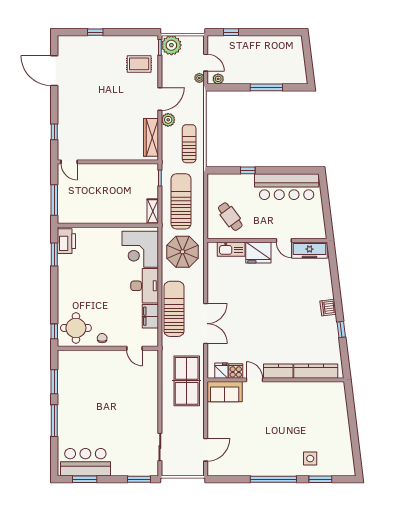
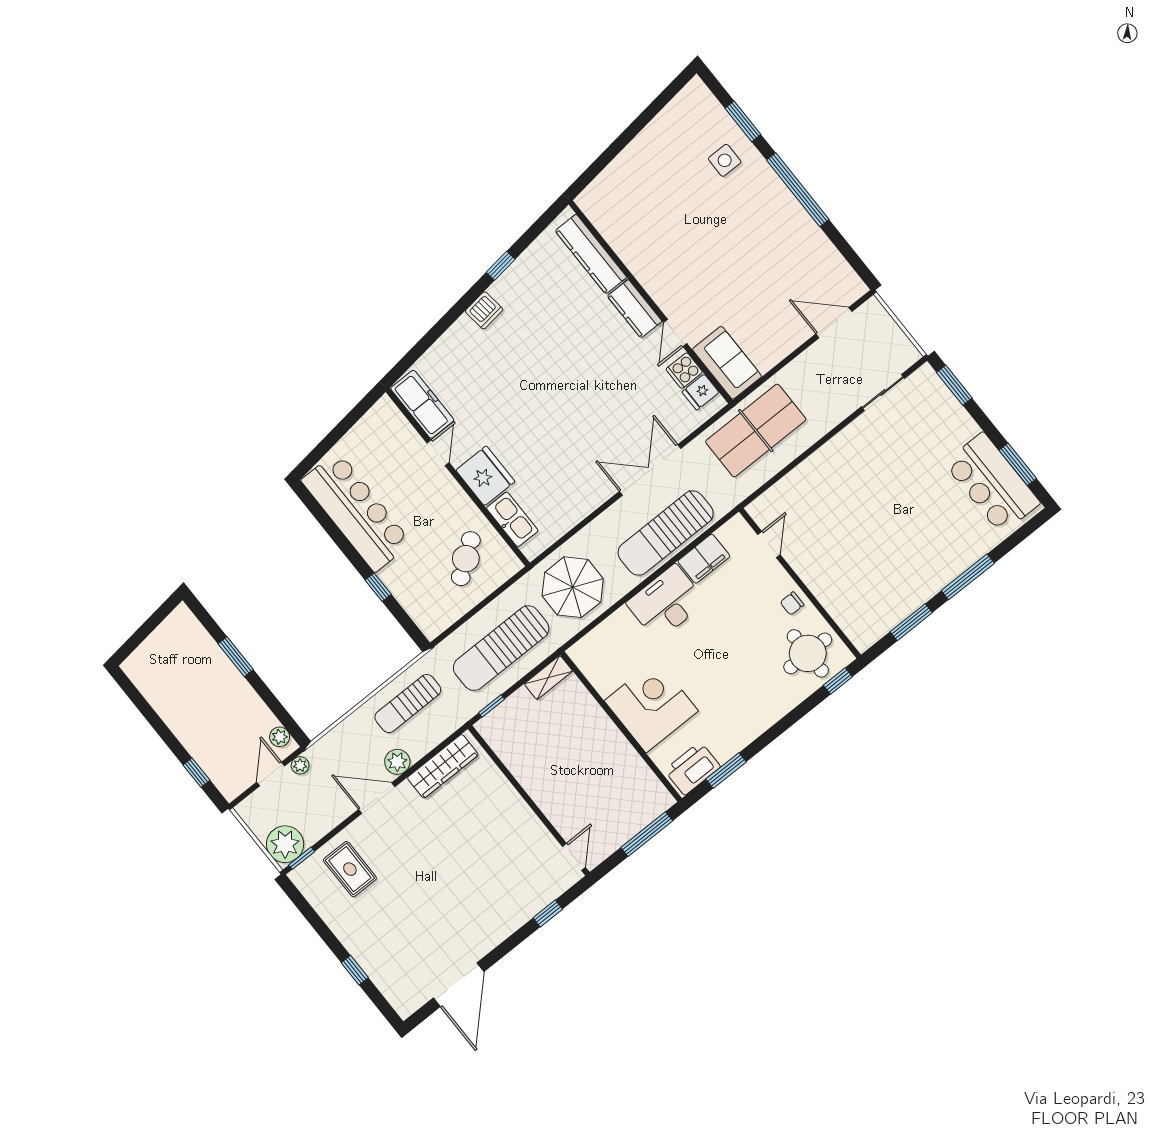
window: (266, 87) -> (236, 657), width x0.69
corner desk: (140, 249) -> (651, 706), moved, turned -90

